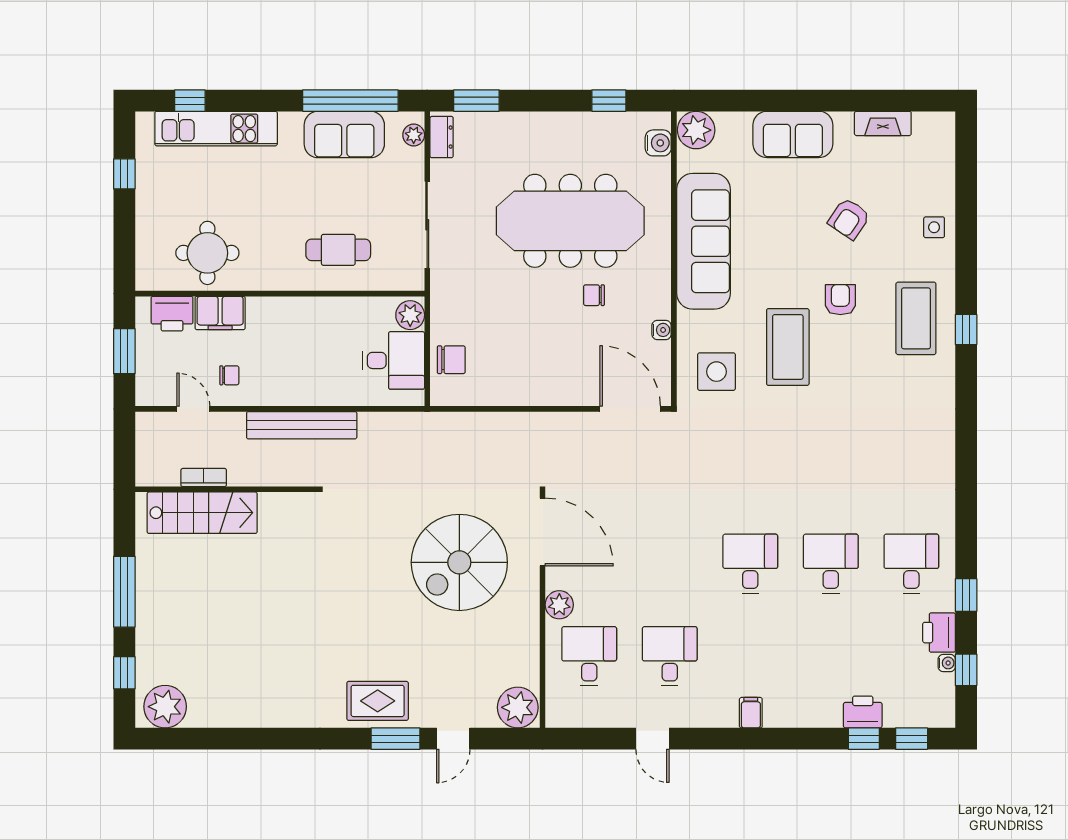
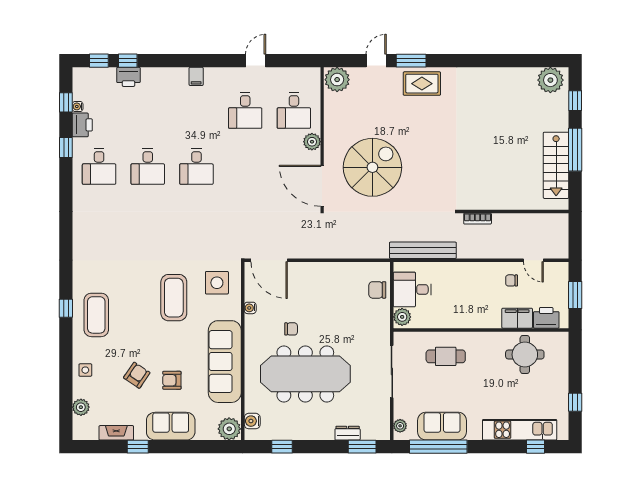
window: (847, 101) -> (138, 447), added
dresser: (442, 137) -> (348, 433), moved, turned 90
plant: (941, 166) -> (81, 407), added
armchair: (840, 300) -> (172, 380), moved, turned 90
bench: (302, 425) -> (423, 250), moved
bookcase: (204, 478) -> (478, 219), moved
stairs: (202, 513) -> (556, 165), moved, turned -90
door: (652, 739) -> (256, 61), hinge flipped

